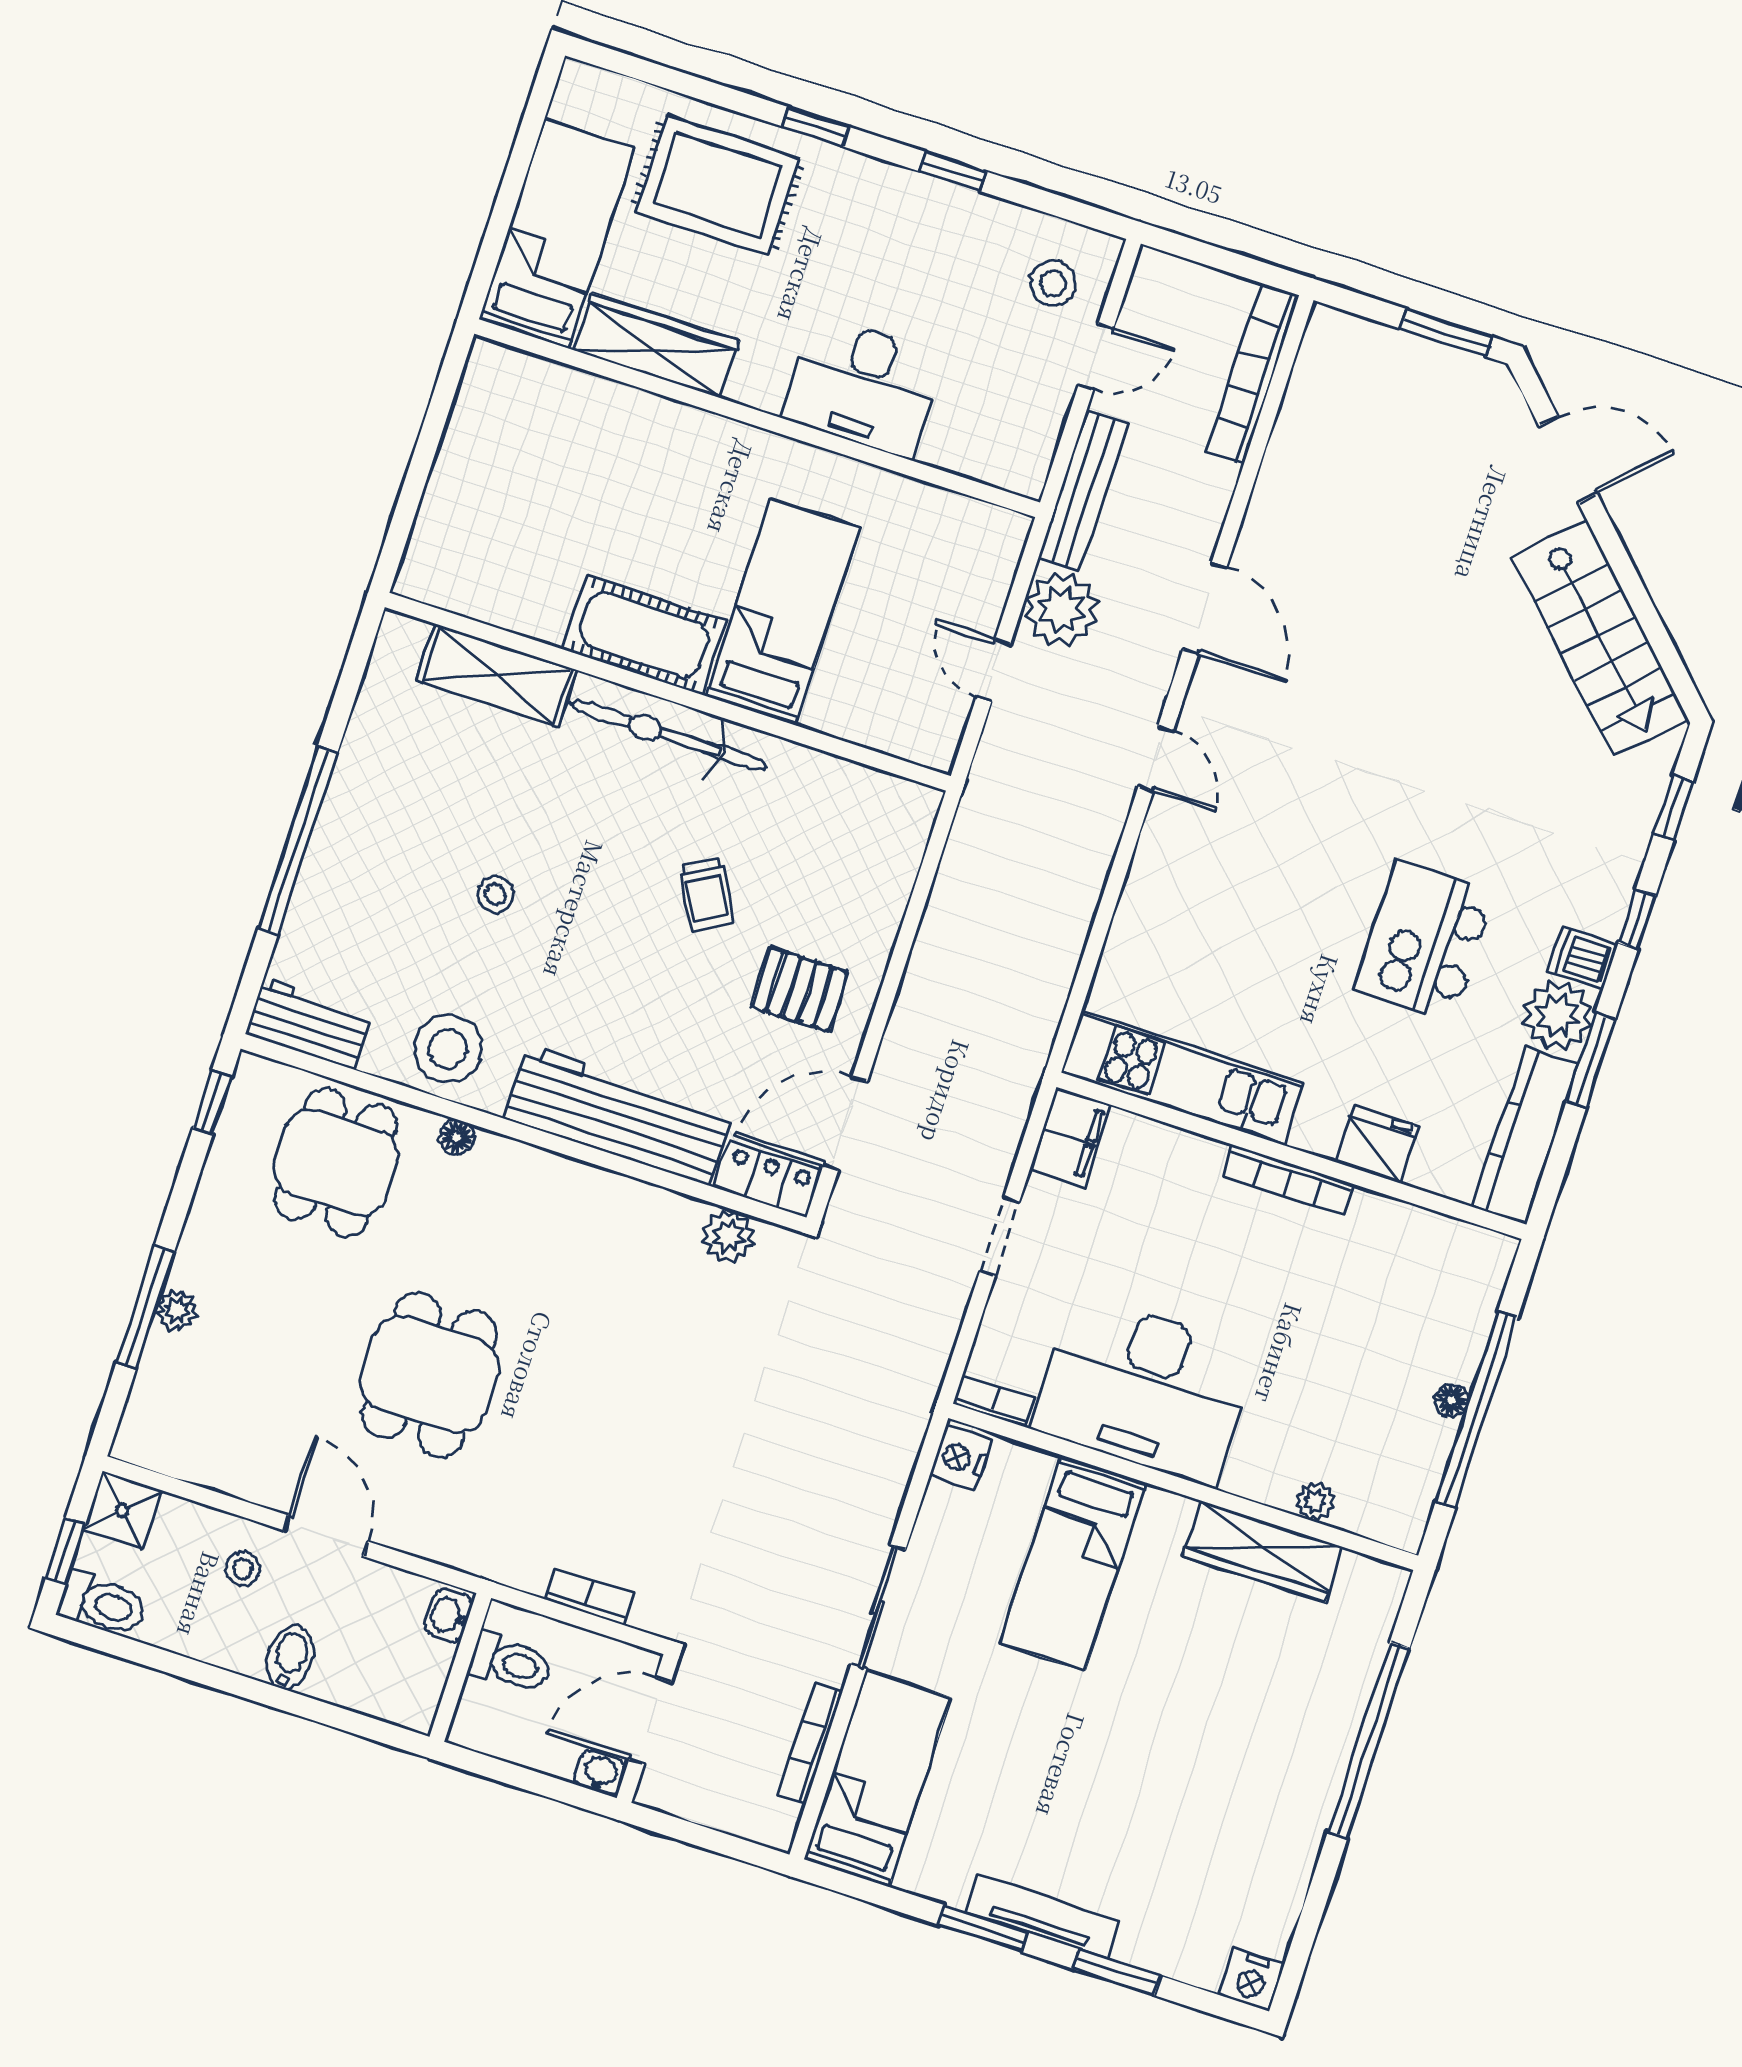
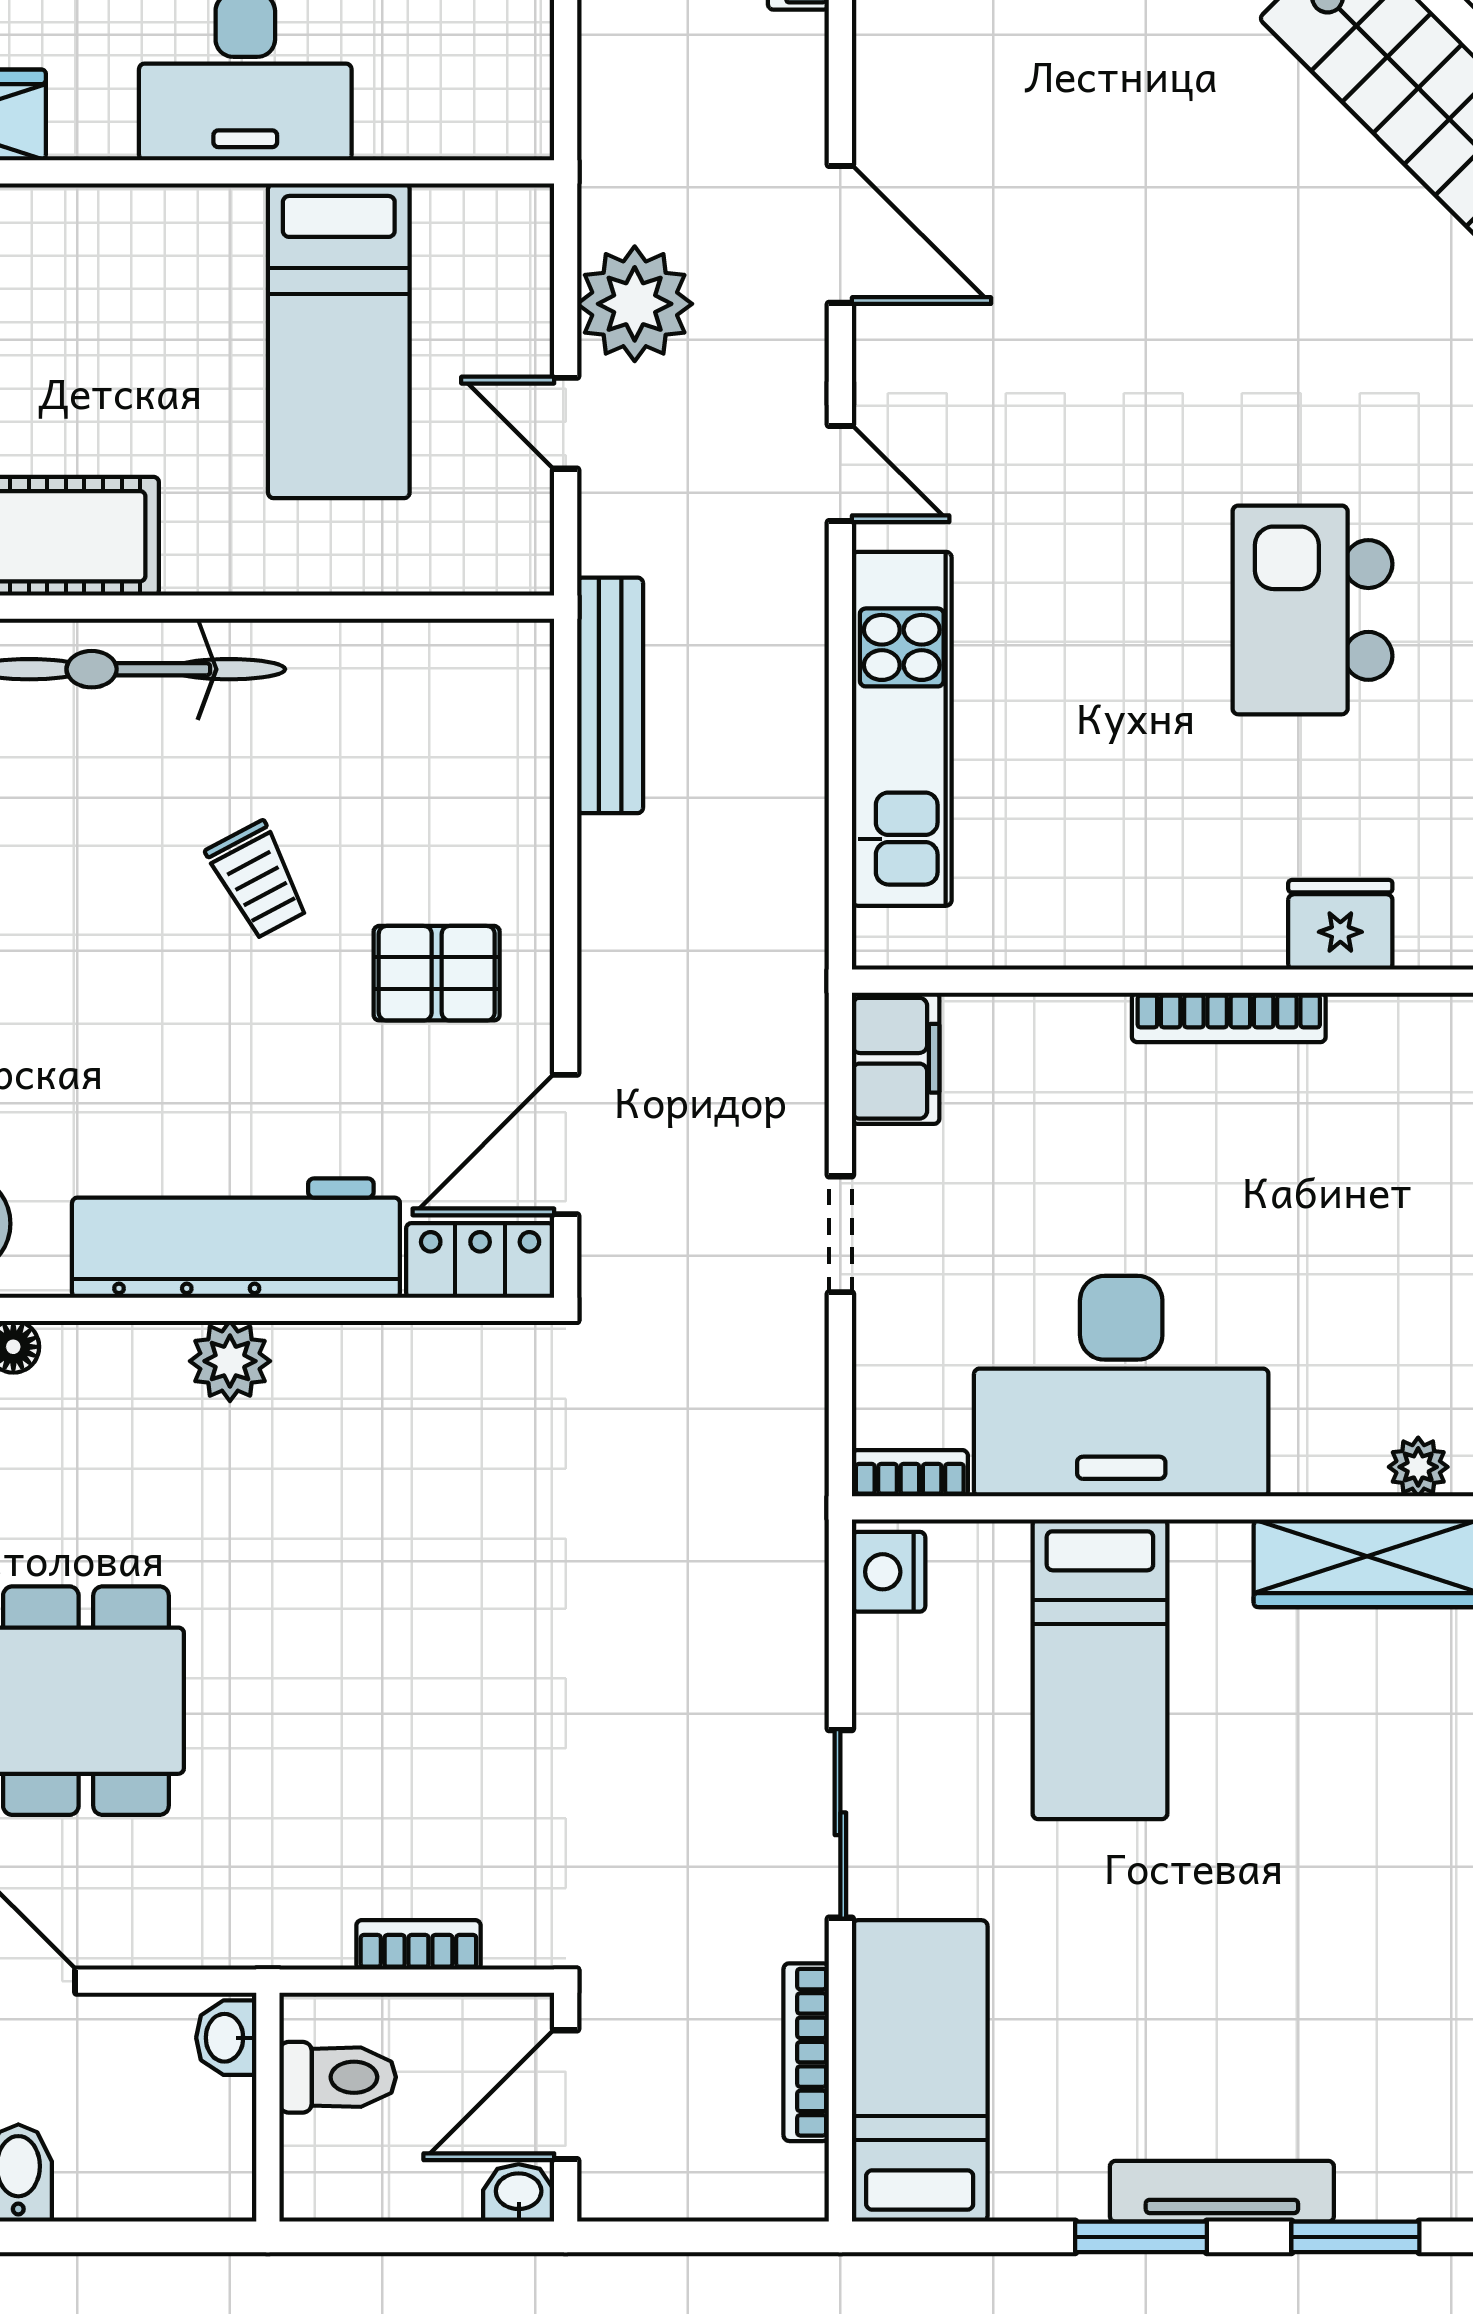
bench: (1083, 490) -> (610, 695), moved
bed: (783, 612) -> (339, 341), moved, turned 180
kitchen unit: (1182, 1077) -> (902, 729), moved, turned 90
plant: (728, 1236) -> (230, 1361), moved

